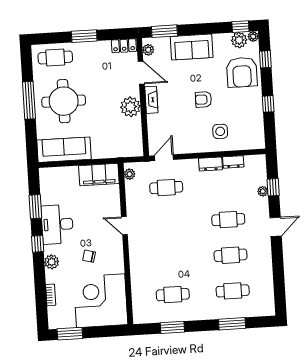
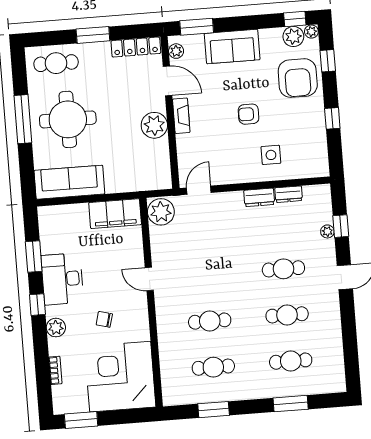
locker: (124, 46) -> (136, 47), width x1.53
plant: (130, 174) -> (161, 212), width x1.87, depth x1.87
cafe table: (166, 188) -> (210, 321), moved

